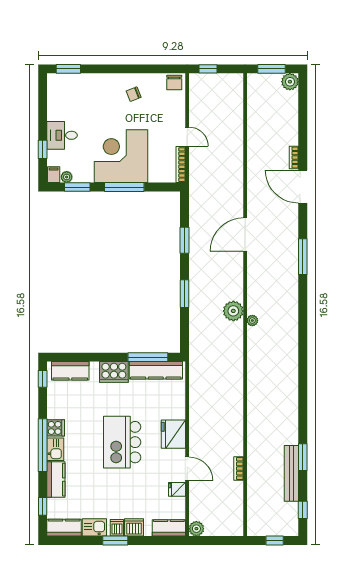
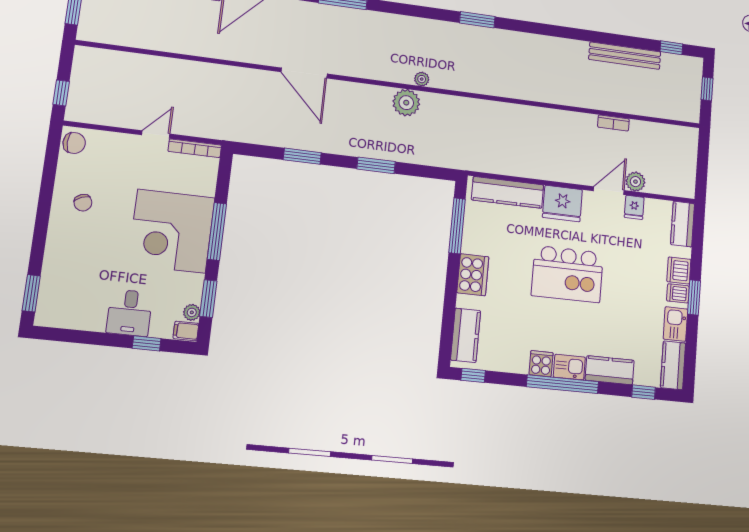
kitchen counter: (156, 370) -> (508, 192), moved, turned 90
window: (303, 457) -> (477, 20), moved
plant: (196, 529) -> (635, 182), moved

